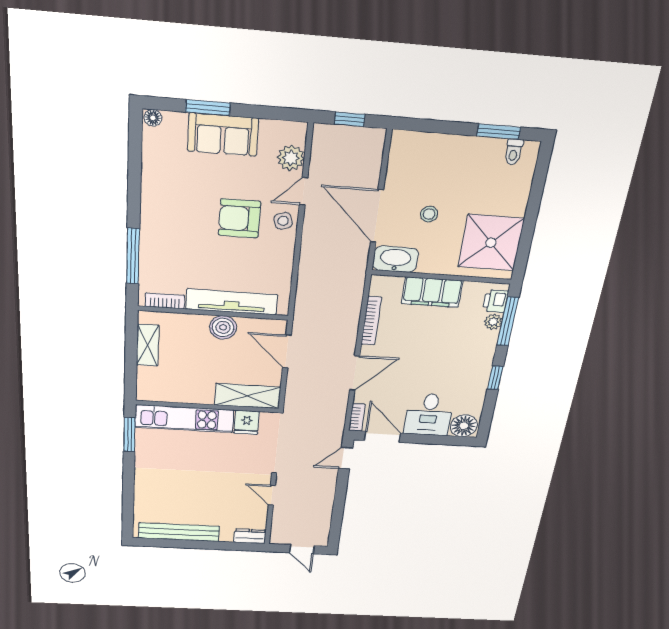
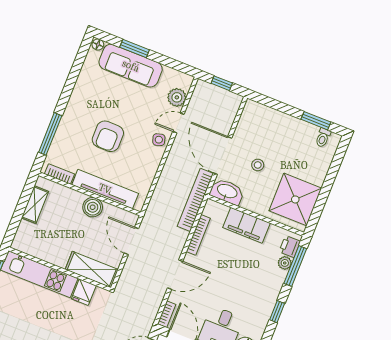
sofa: (223, 135) -> (131, 66), width x1.36
armchair: (239, 218) -> (108, 136), moved, turned -90
bookcase: (356, 281) -> (195, 200), added

